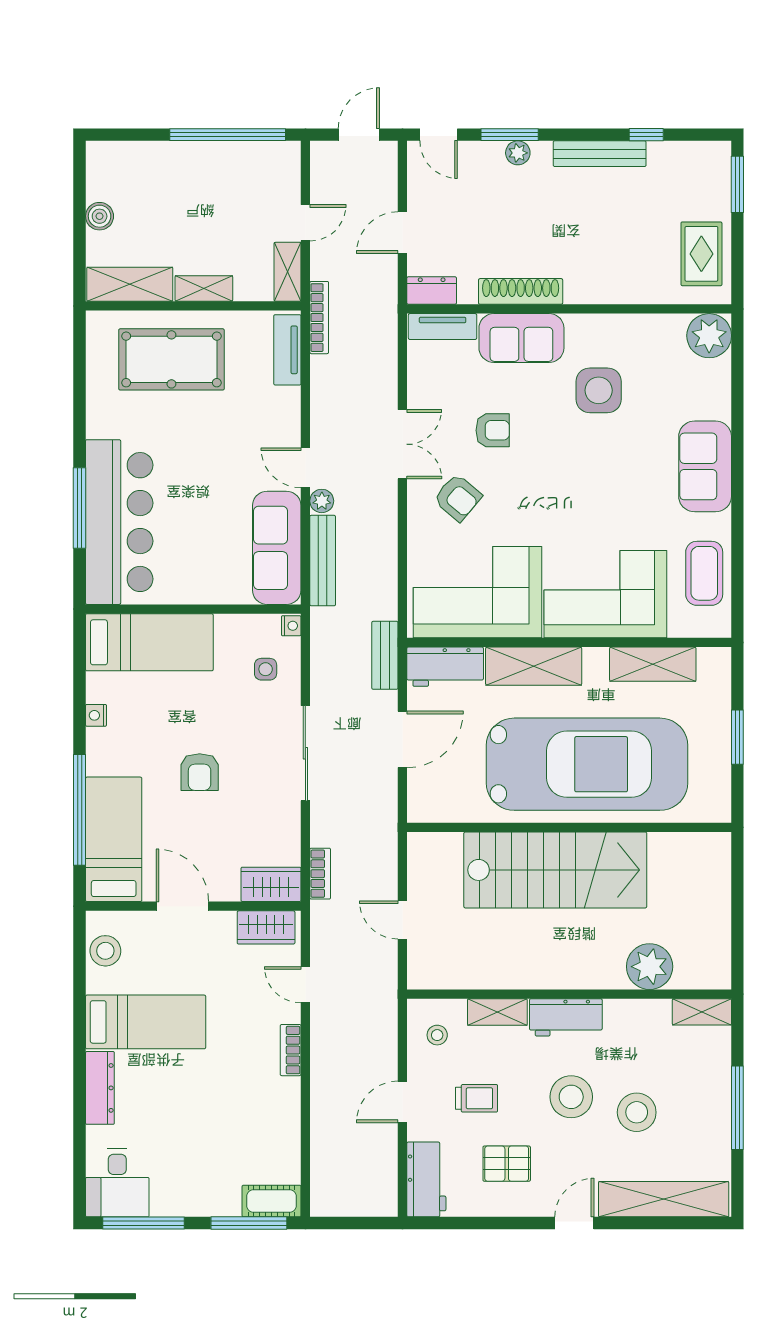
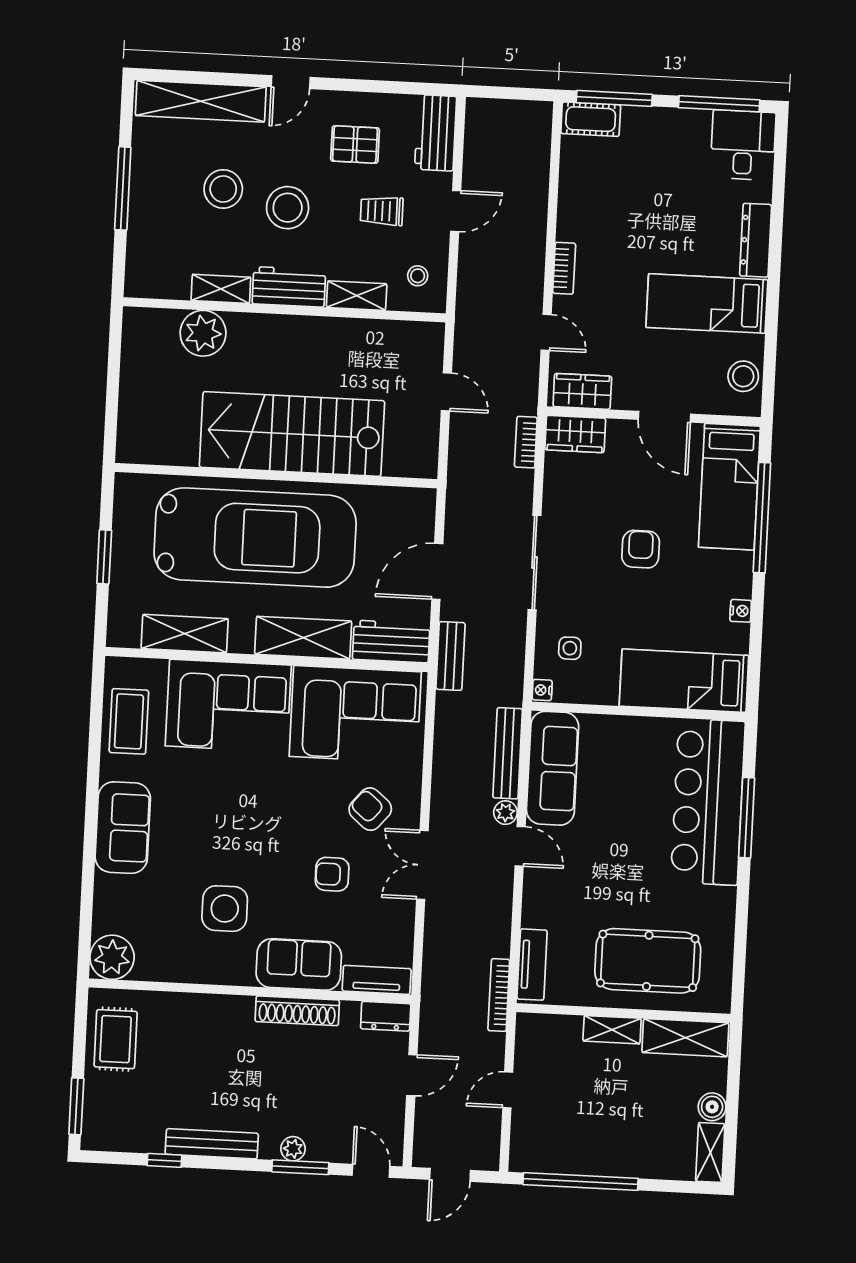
shelving: (288, 272) -> (710, 1153), moved
car: (587, 764) -> (255, 538), turned 180
shelving: (702, 1012) -> (221, 289), moved

